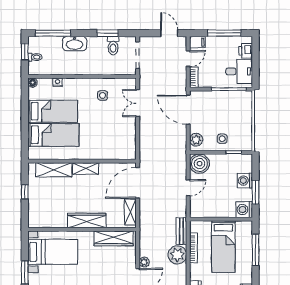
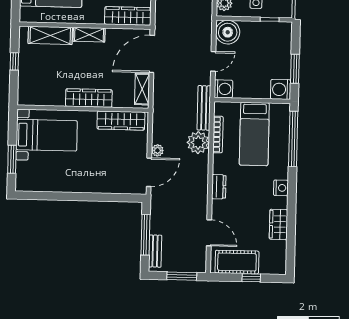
wardrobe: (117, 152) -> (128, 16), added
washing machine: (245, 181) -> (223, 89), moved, turned 180
bench: (181, 231) -> (204, 108), width x1.36
window: (255, 250) -> (293, 139), width x1.46

